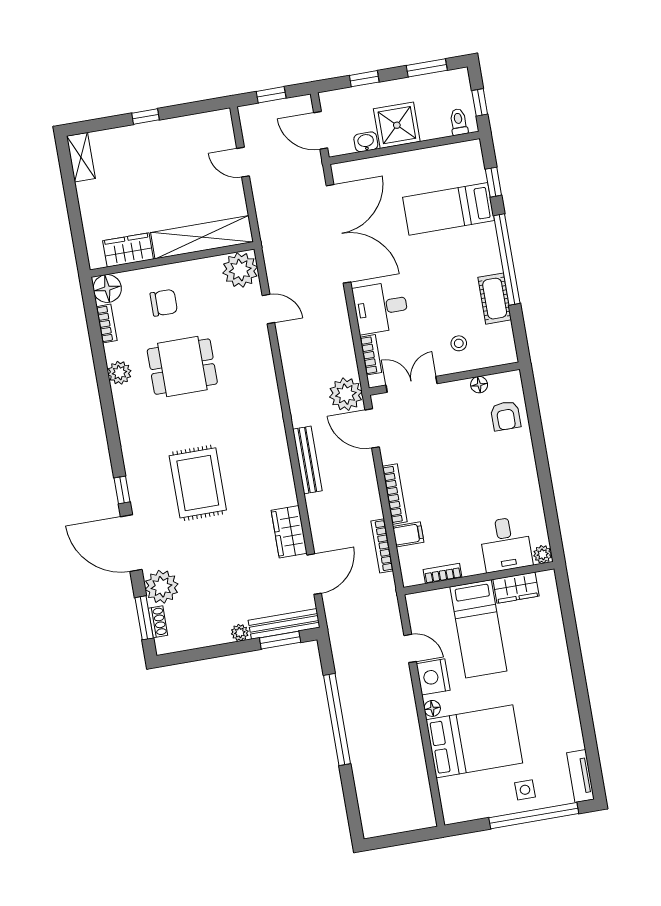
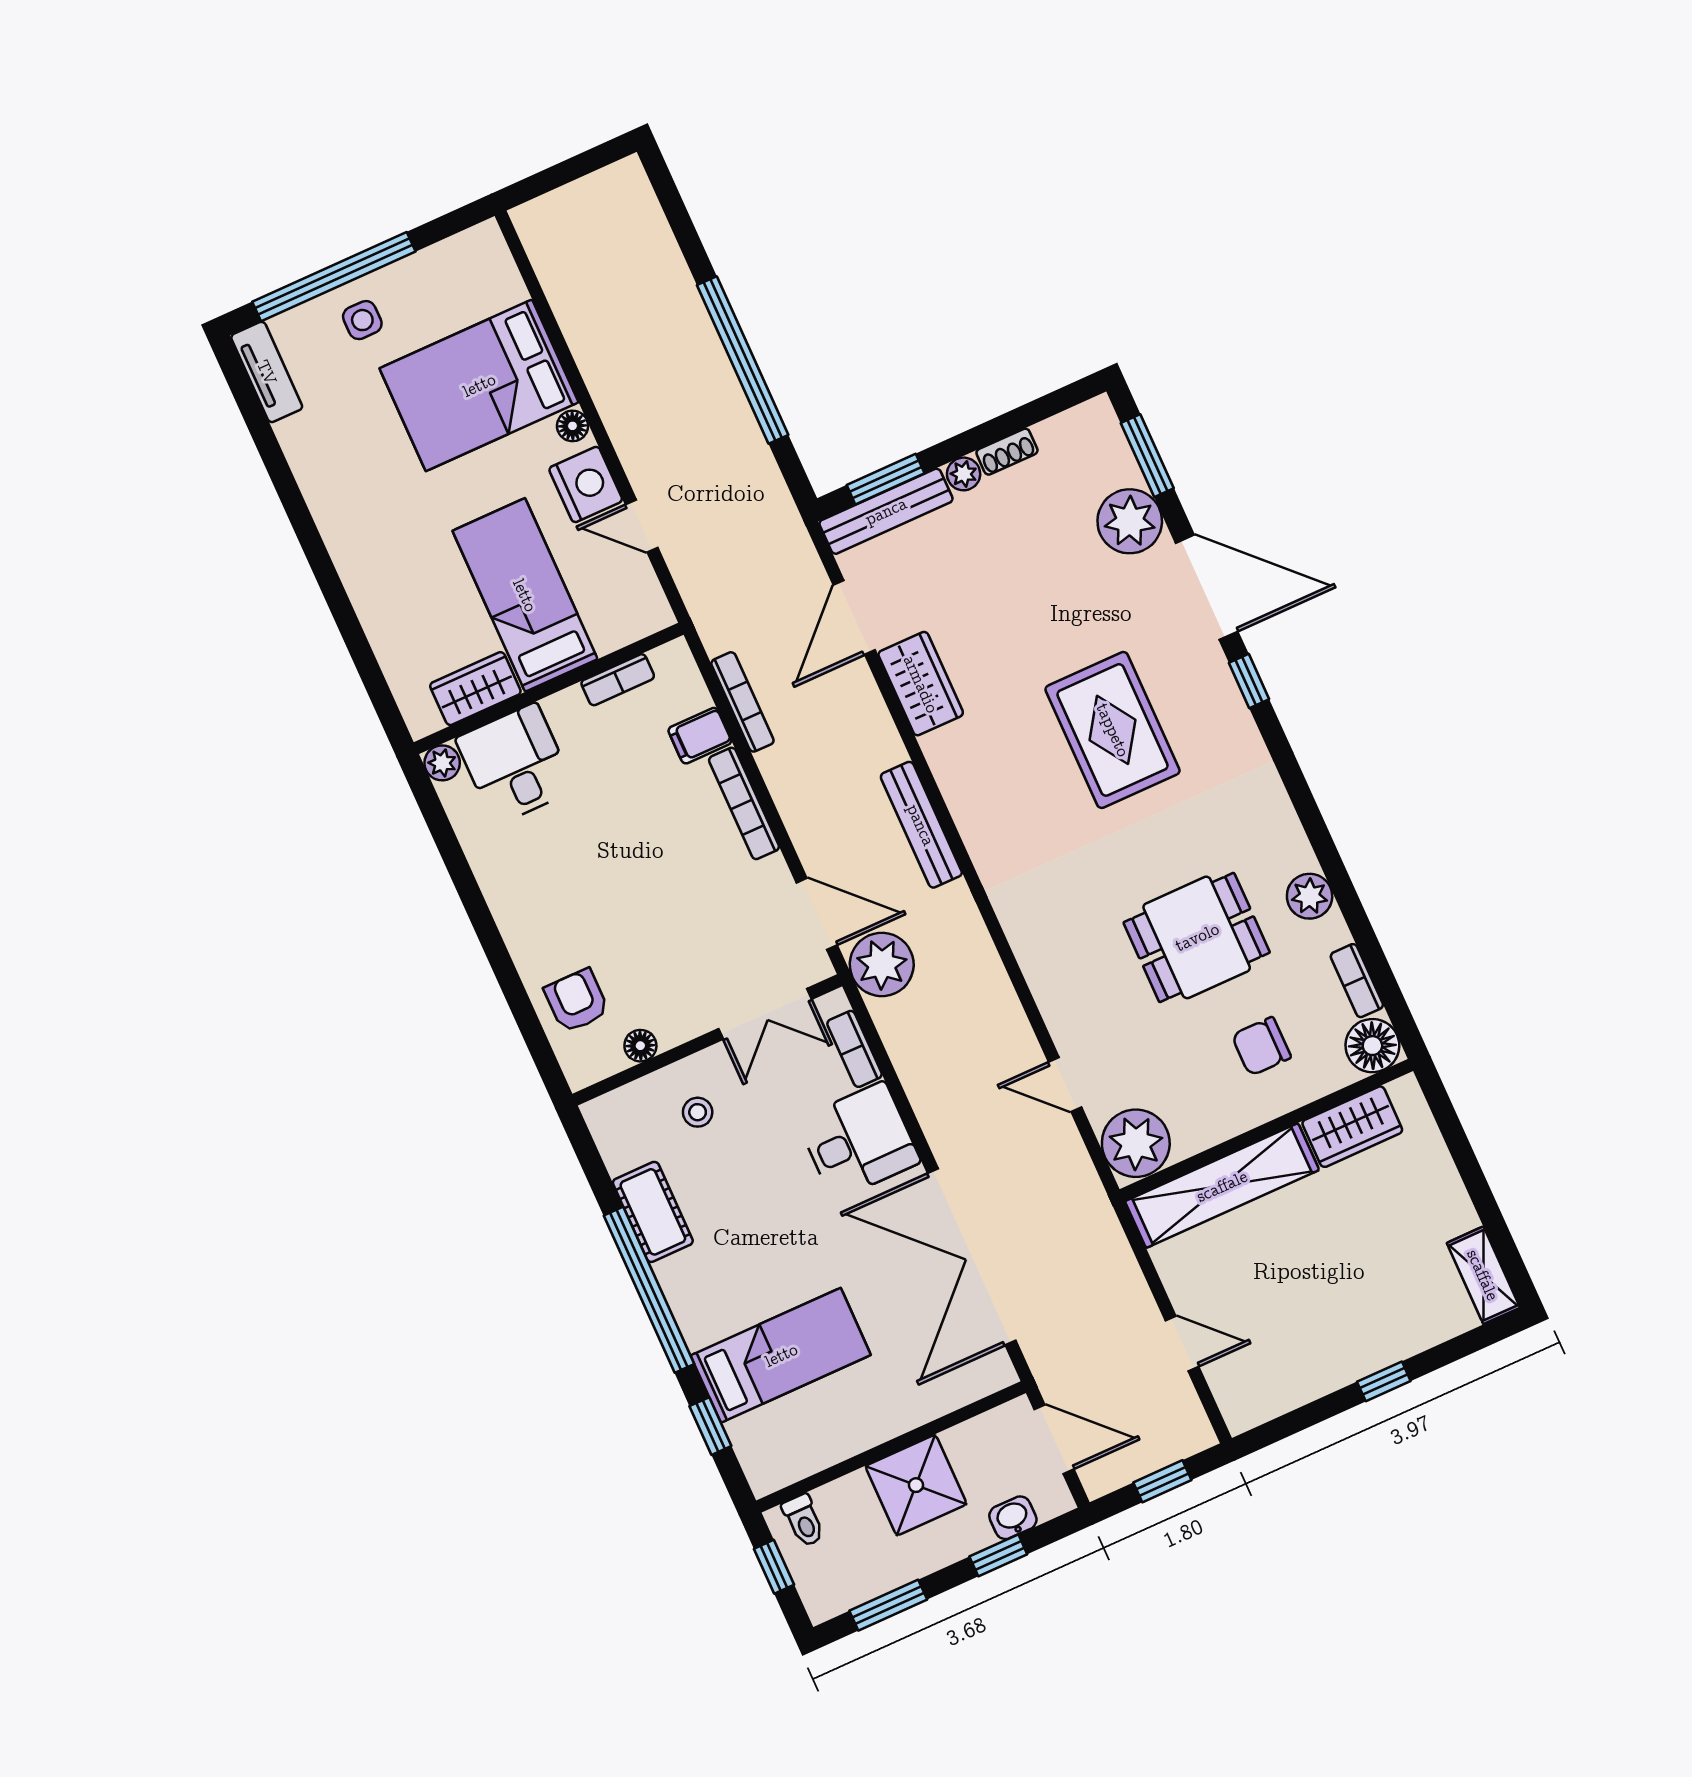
washbasin: (366, 142) -> (1013, 1518), moved, turned 180
shoe rack: (158, 622) -> (1007, 452), moved, turned -90

